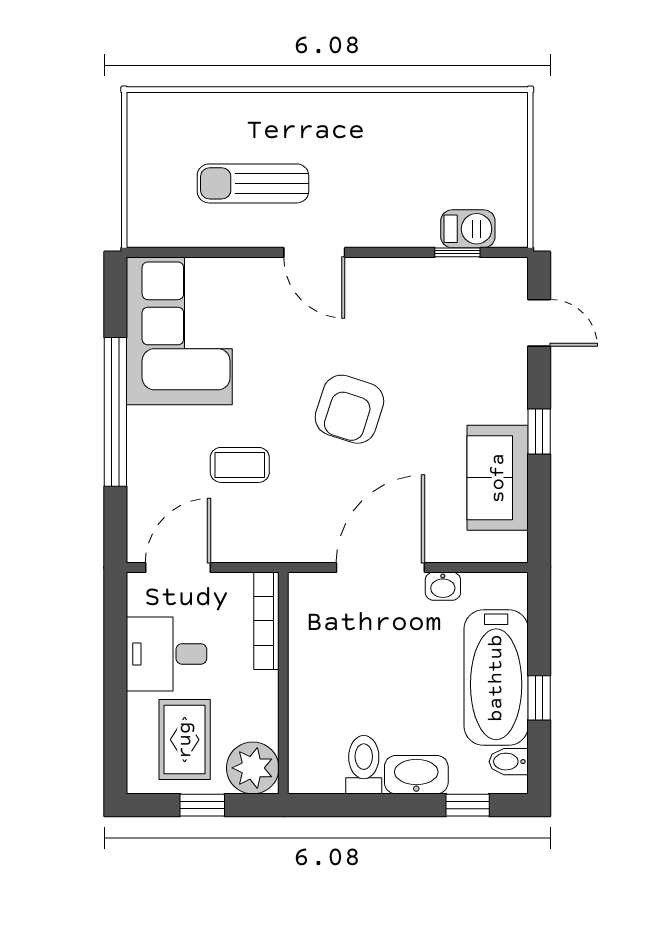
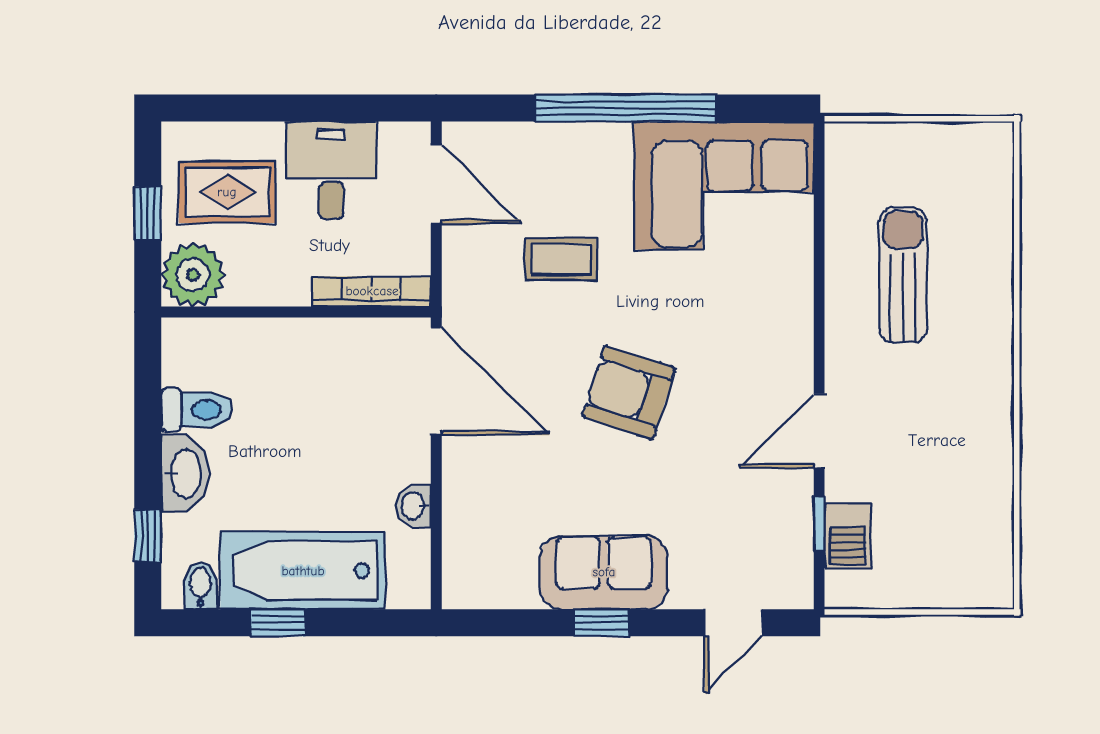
door: (314, 252) -> (819, 431), moved
coffee table: (240, 465) -> (561, 259), turned 90
sofa: (498, 478) -> (604, 572), moved
door: (380, 568) -> (436, 381), moved

